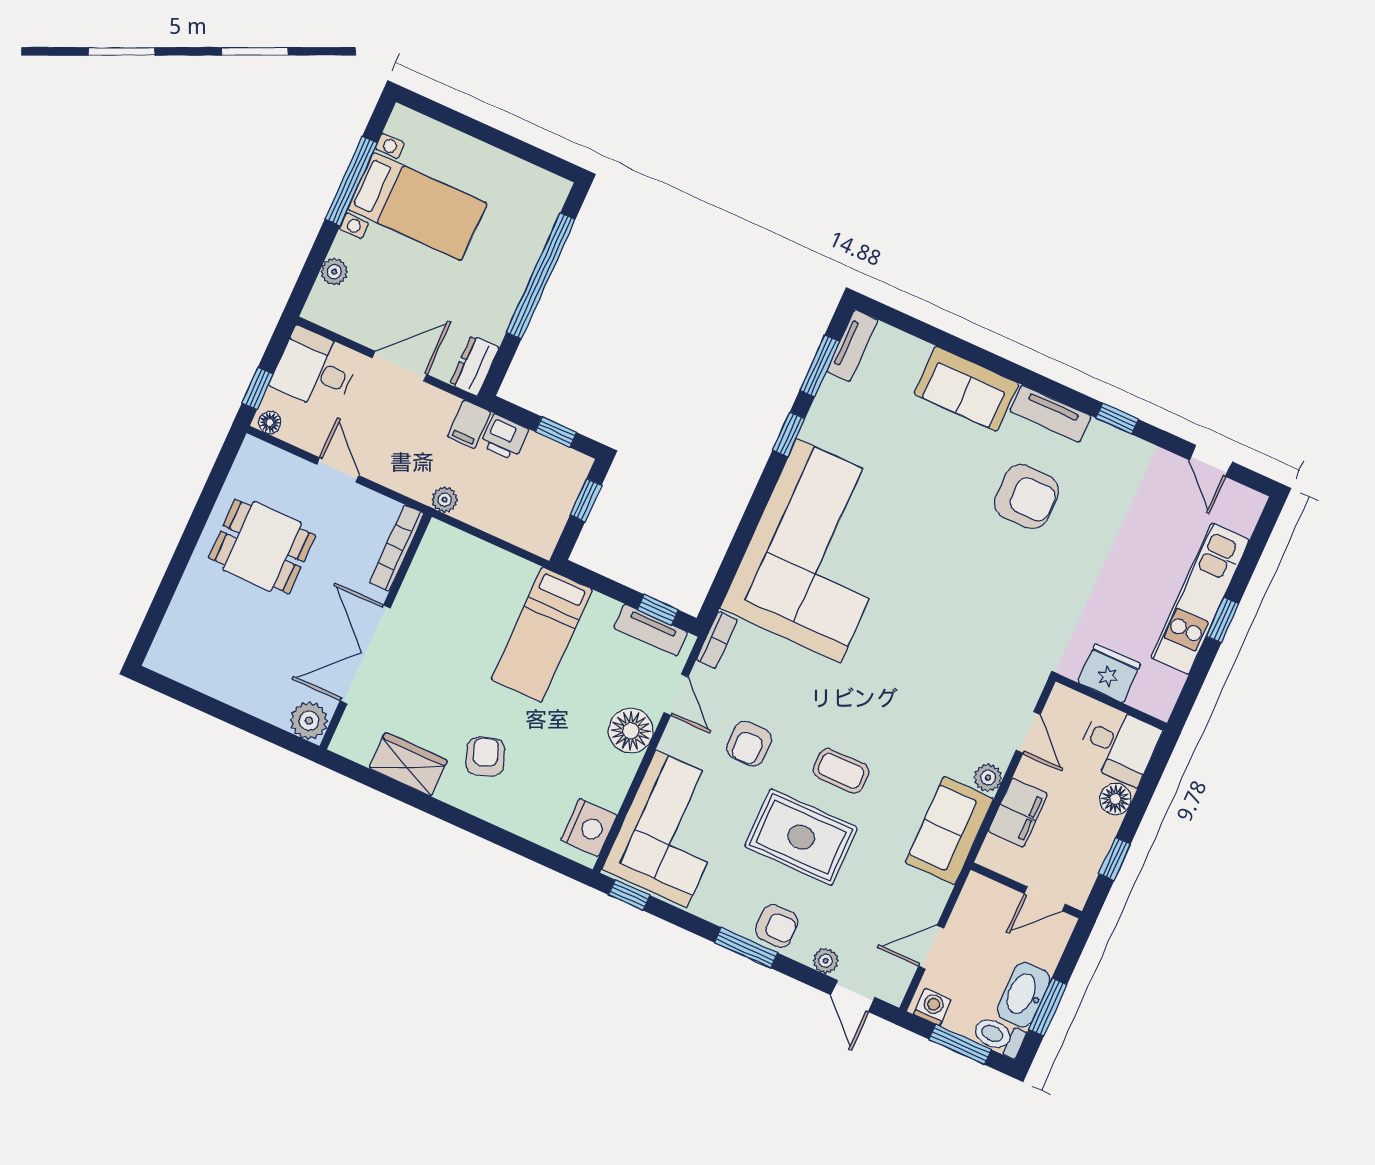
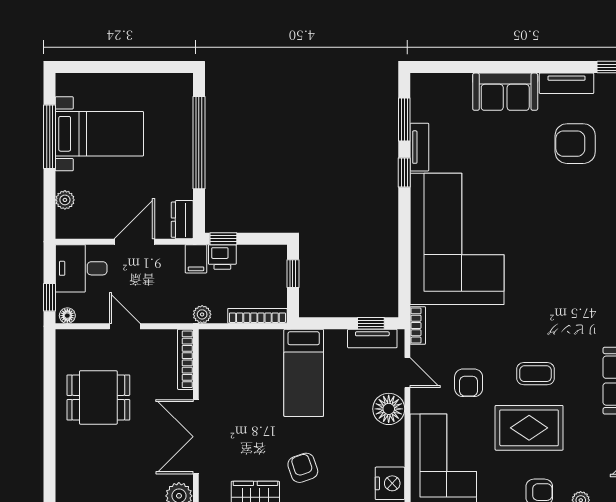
tv unit: (852, 346) -> (419, 147), moved
window: (556, 432) -> (223, 239), moved
armchair: (1026, 497) -> (575, 144), turned 180
bookcase: (515, 534) -> (257, 316), added

